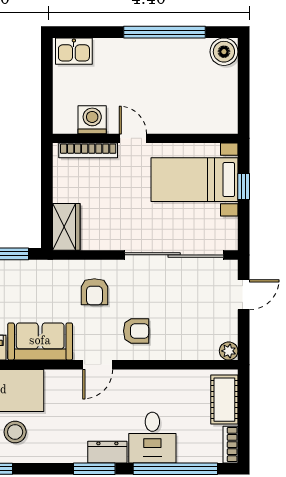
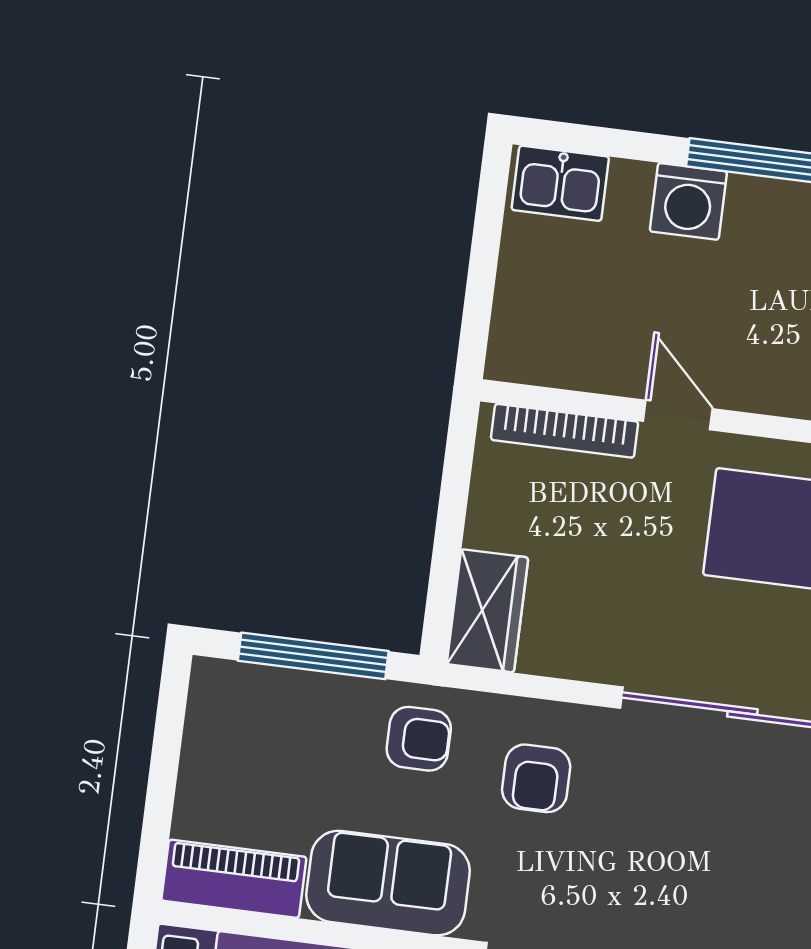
washing machine: (92, 120) -> (688, 201), moved, turned 180
armchair: (136, 331) -> (419, 739), moved

